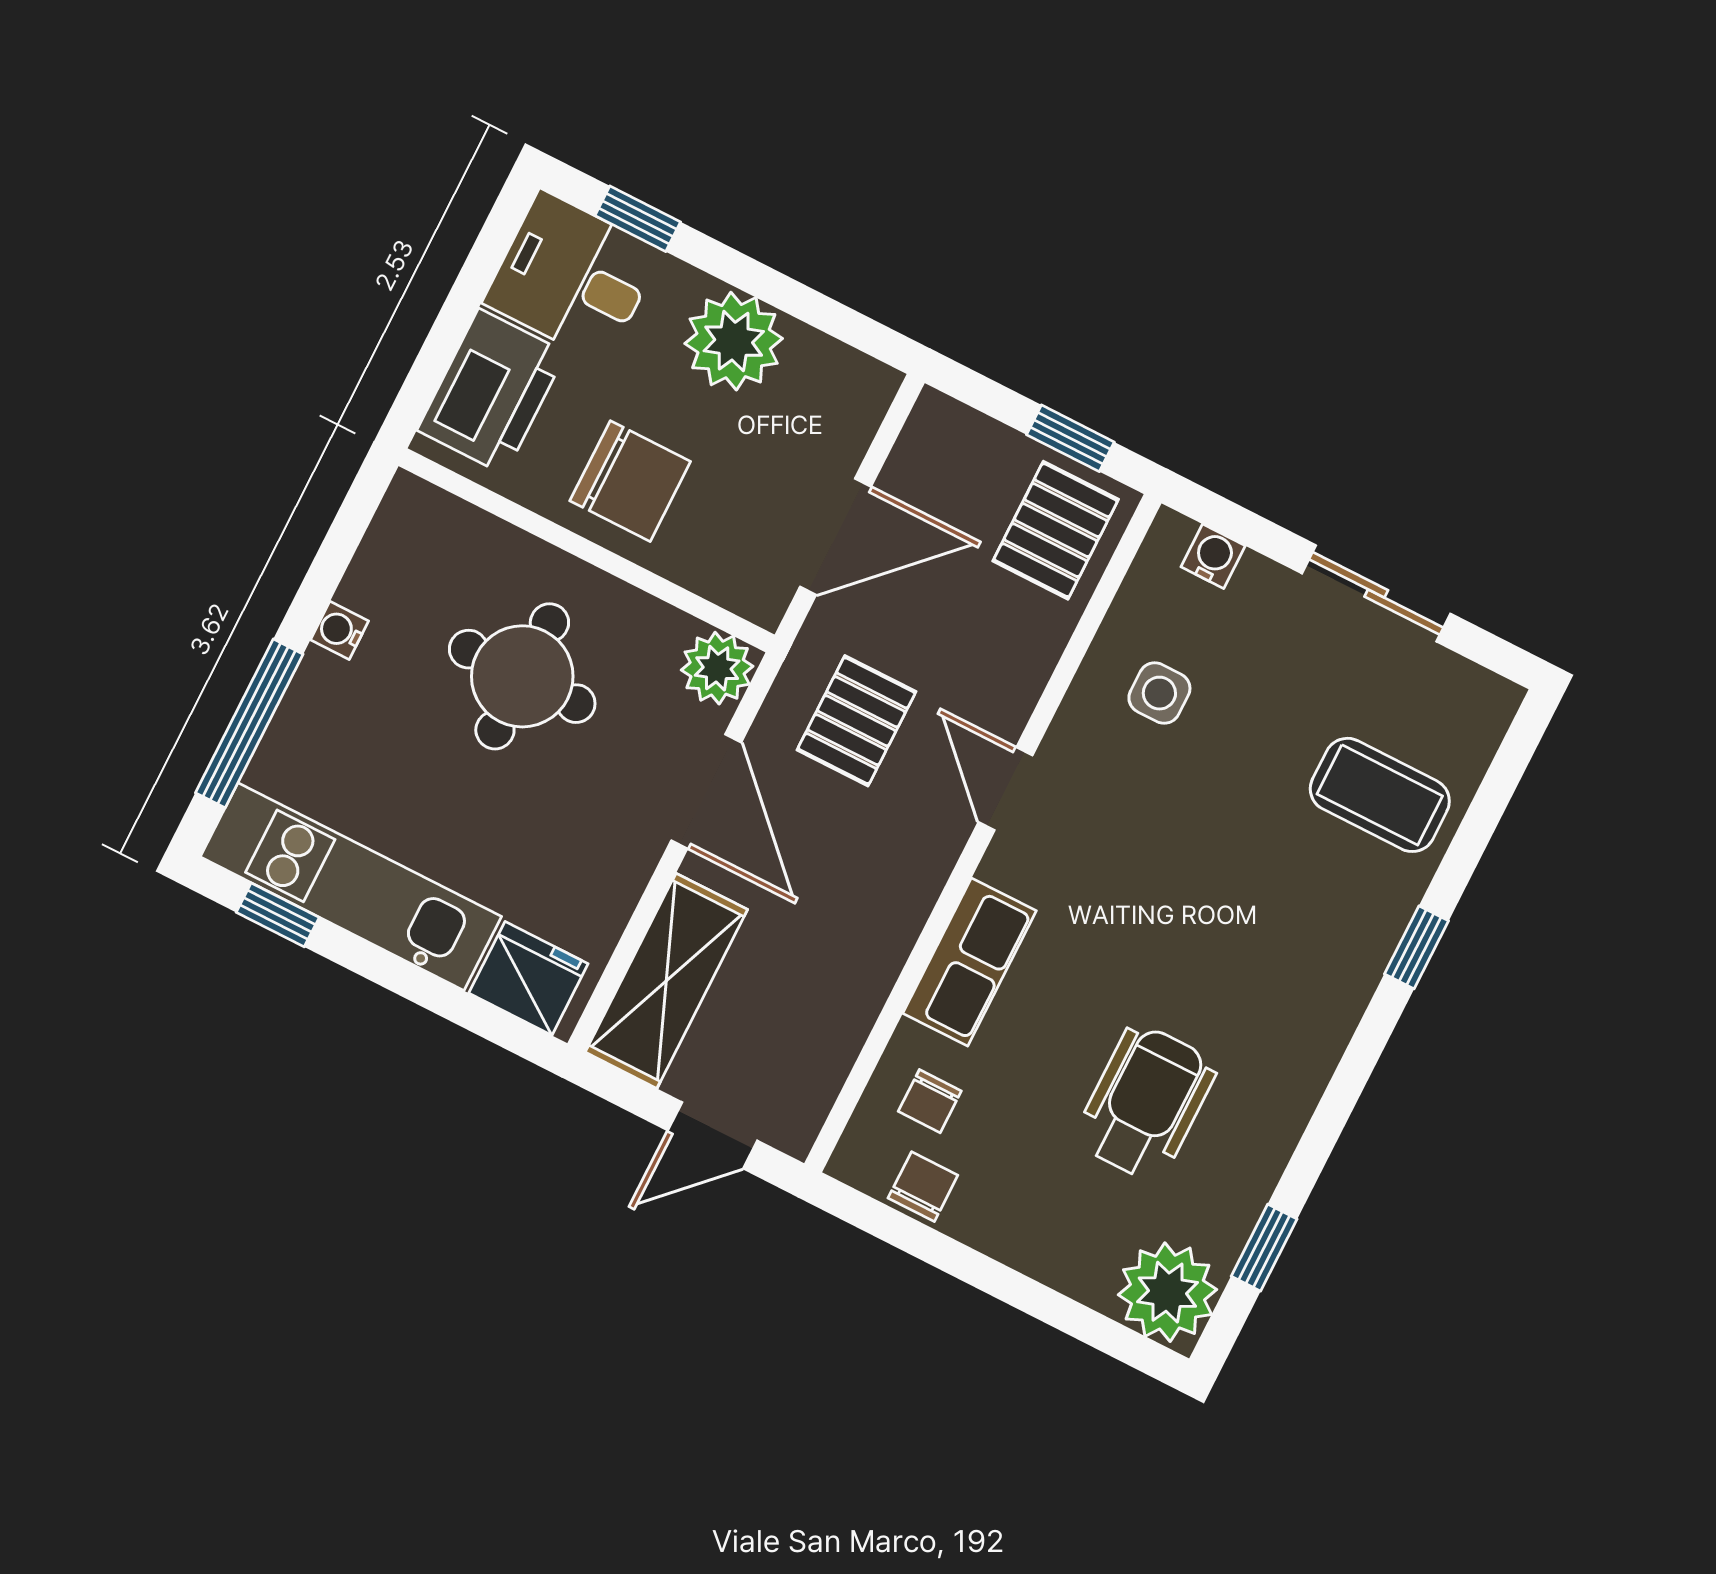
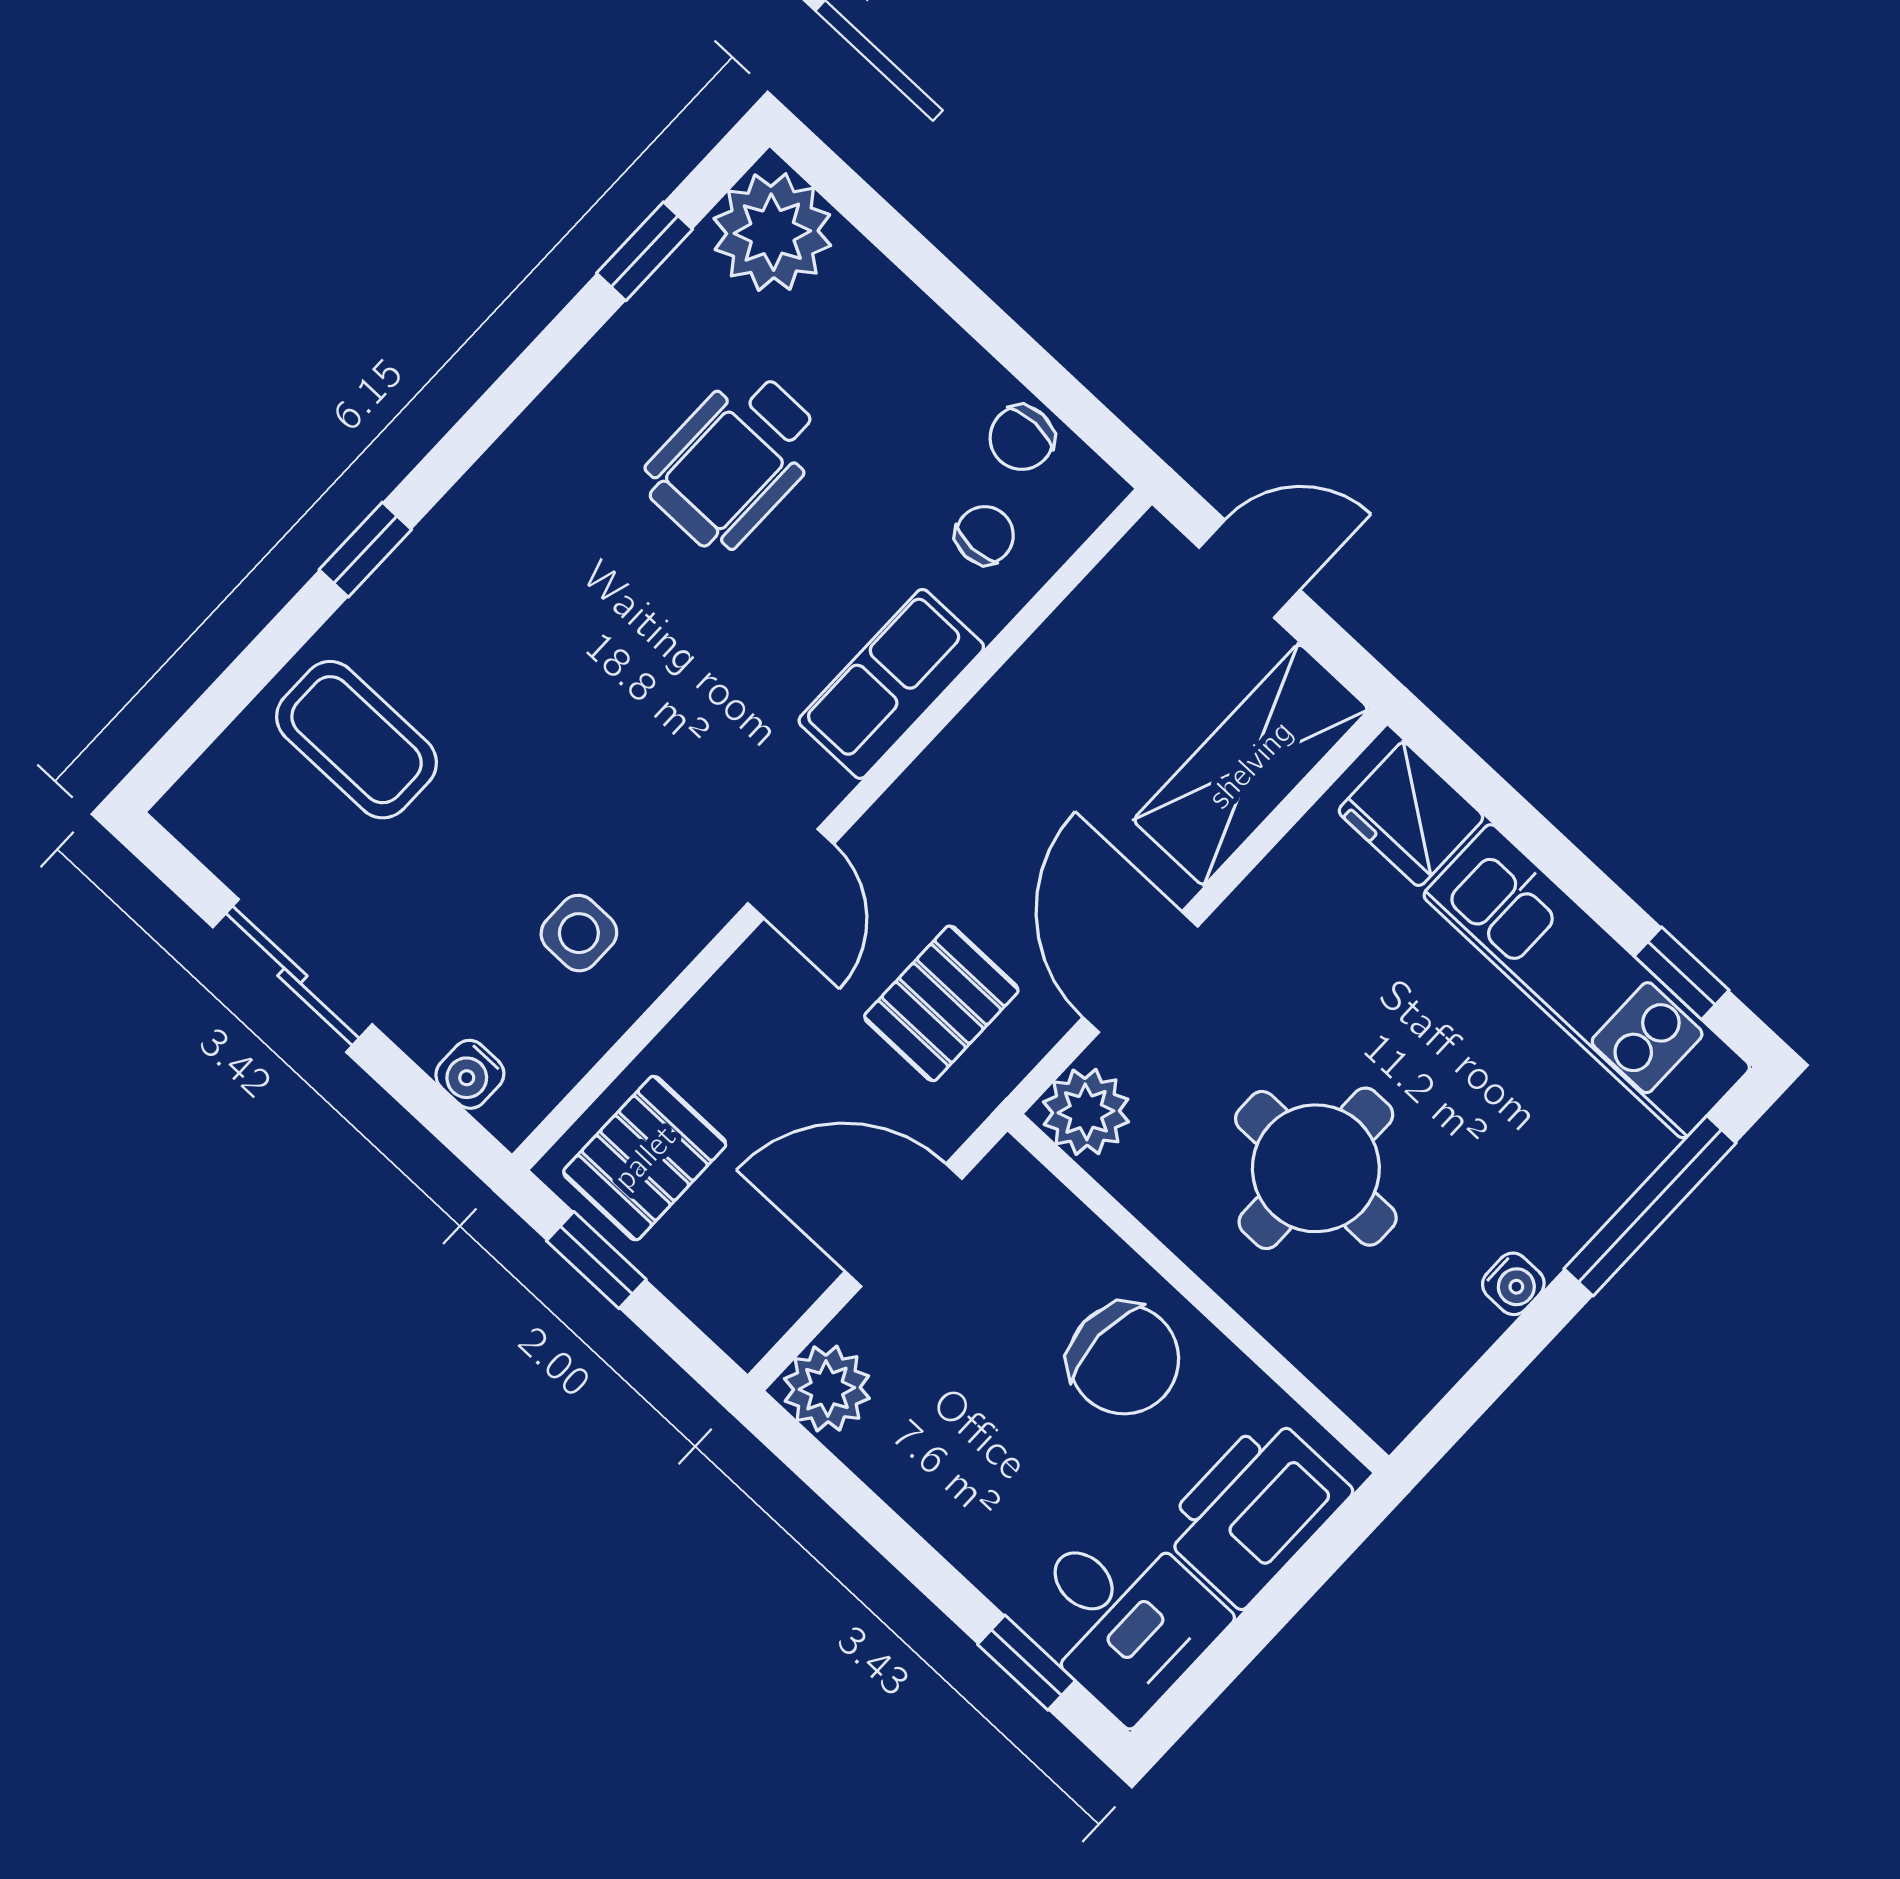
plant: (734, 341) -> (827, 1388), moved, width x0.73, depth x0.73
chair: (630, 481) -> (1124, 1359), turned 180

